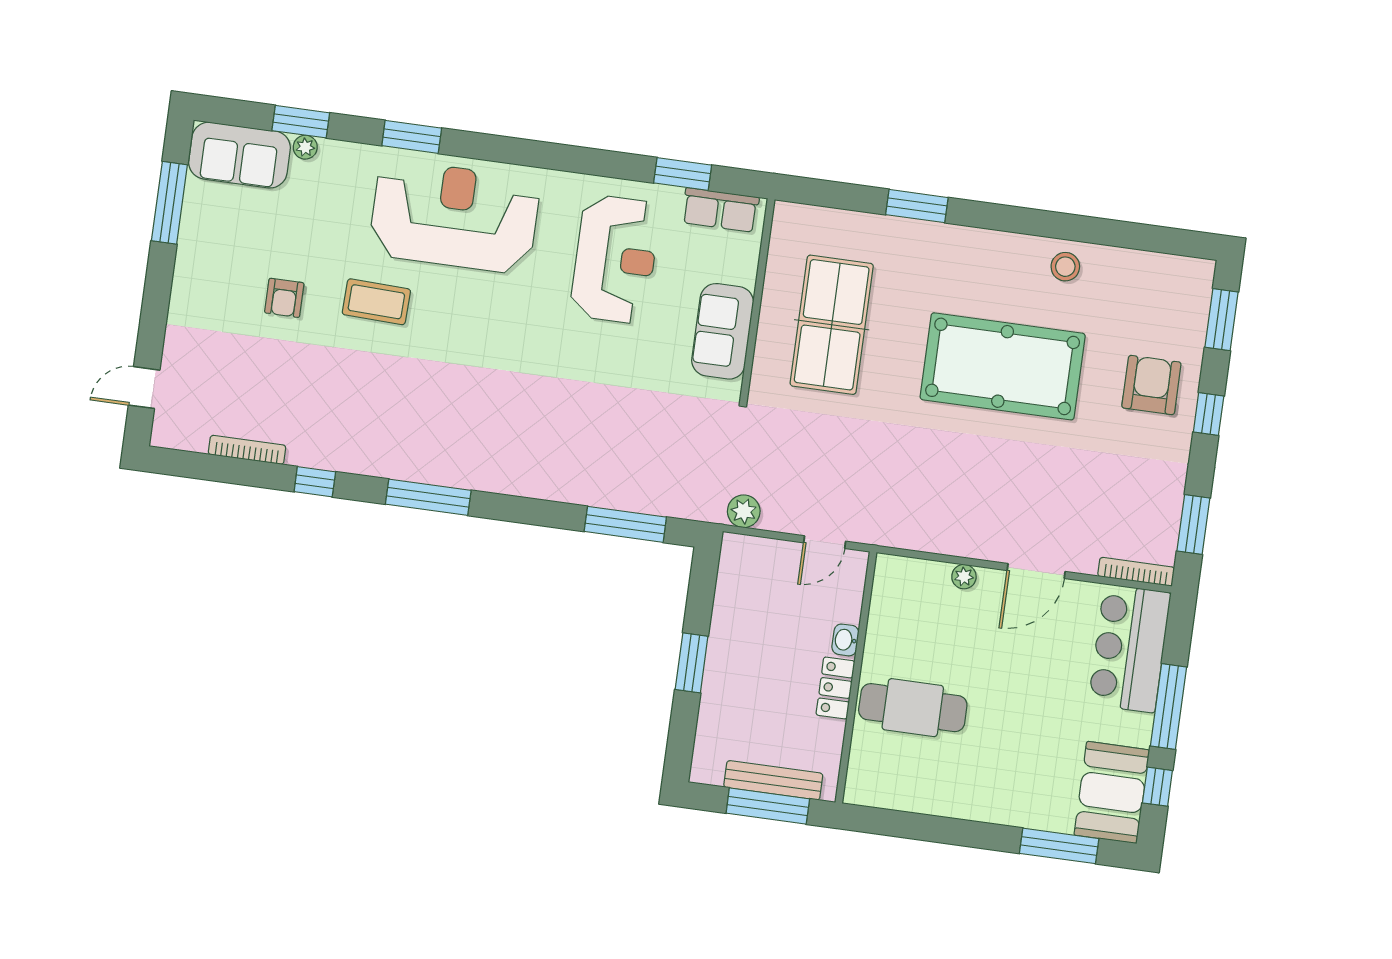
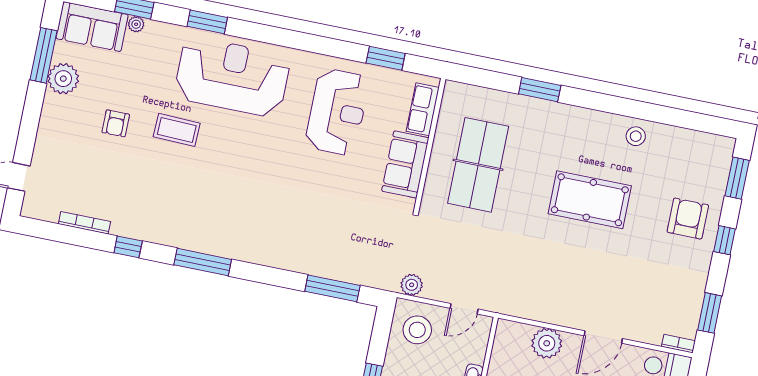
row of seats: (720, 210) -> (423, 109), moved, turned 90
plant: (201, 236) -> (63, 79), added
pool table: (1003, 366) -> (590, 200), width x0.73, depth x0.76
bookcase: (1136, 572) -> (678, 344), width x0.64
plant: (964, 577) -> (547, 343), width x1.87, depth x1.87
stool: (756, 578) -> (417, 330), added

